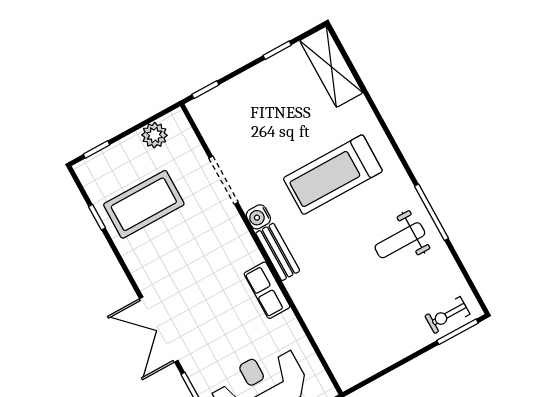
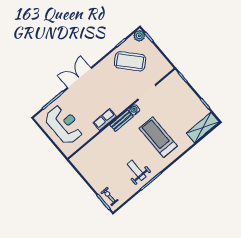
plant: (155, 135) -> (139, 36), moved
coffee table: (144, 204) -> (130, 61), turned -42

